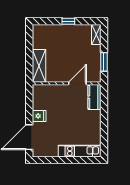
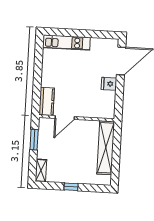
shelving: (39, 66) -> (106, 148), width x1.47

